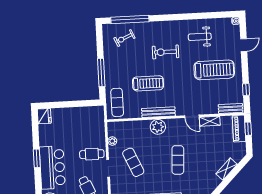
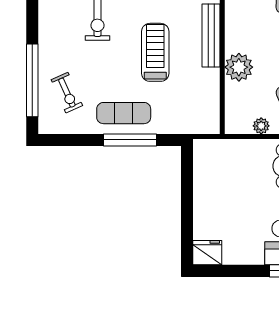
exercise mat: (117, 102) -> (124, 113), moved
plant: (158, 127) -> (239, 67), moved

